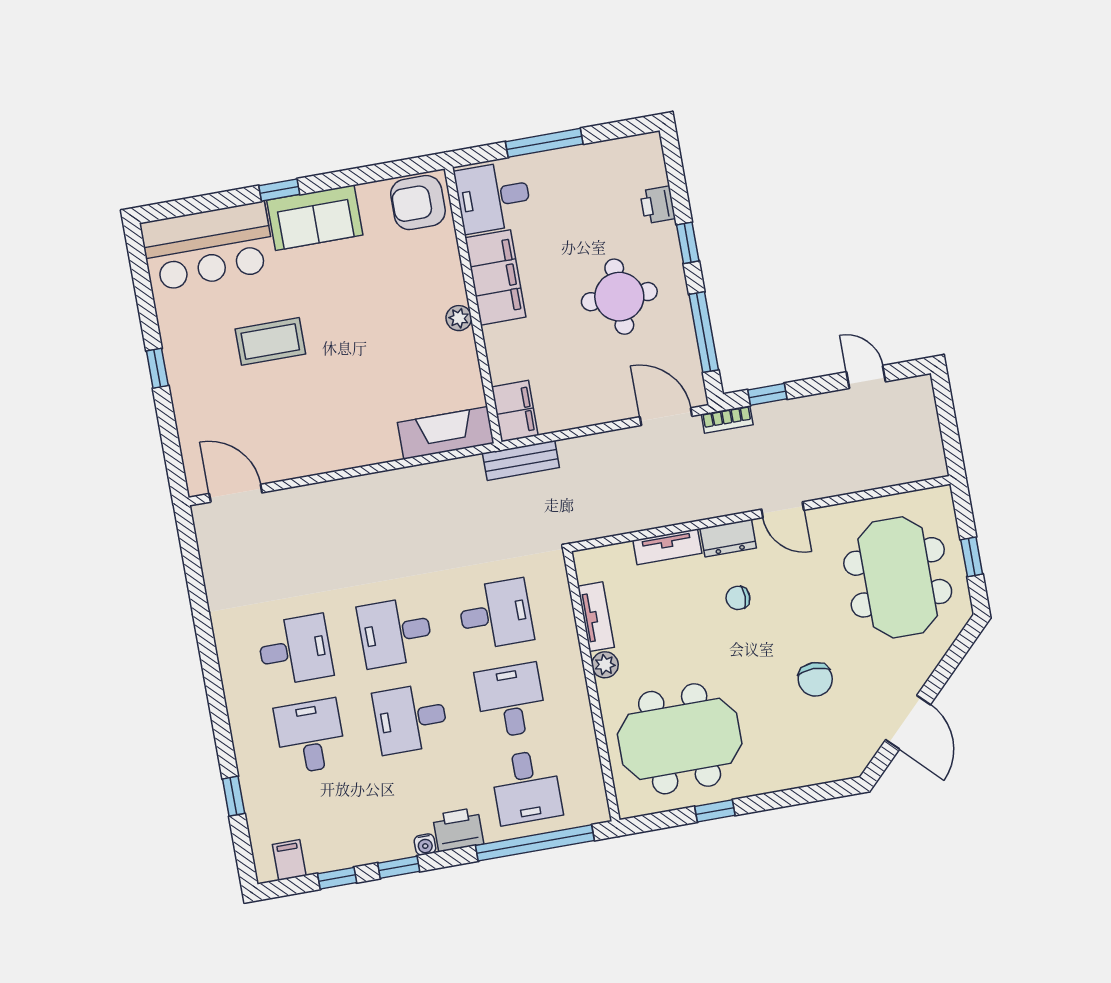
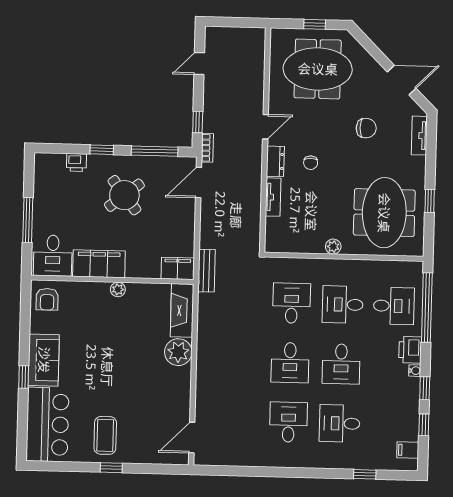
armchair: (418, 203) -> (47, 299), width x0.72, depth x0.72
round table: (619, 297) -> (124, 195), turned -38
coffee table: (270, 341) -> (105, 435), moved
plant: (374, 441) -> (178, 352), added
tv unit: (596, 617) -> (419, 136), moved, turned -90

